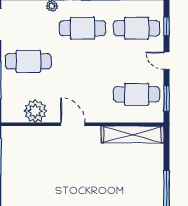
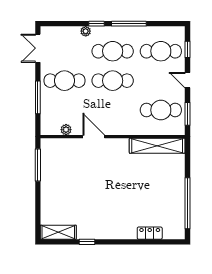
cafe table: (82, 61) -> (113, 81), added
plant: (35, 111) -> (66, 130), width x0.53, depth x0.53
door: (73, 124) -> (94, 137), moved

